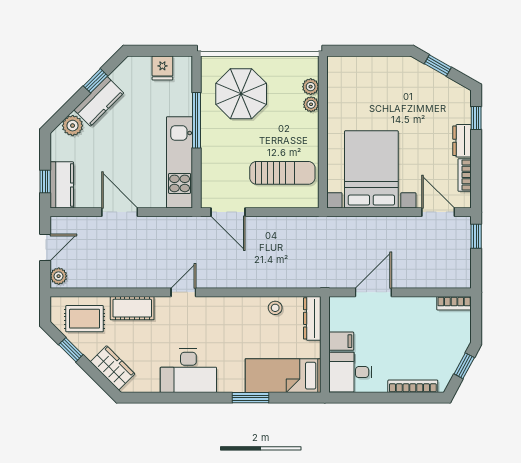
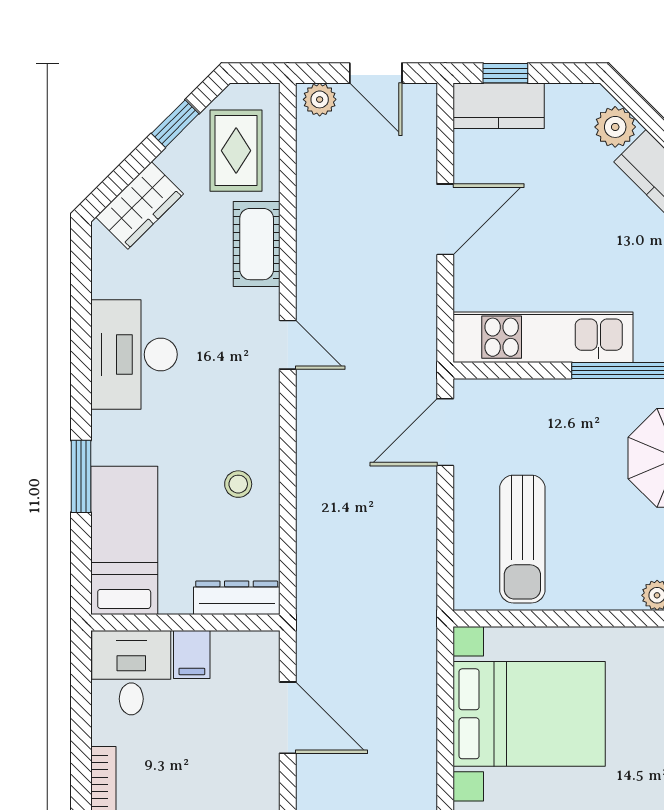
stool: (275, 308) -> (238, 484), moved

